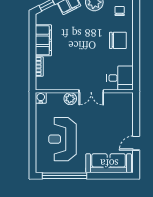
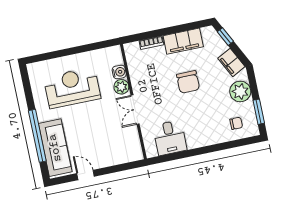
chair: (118, 40) -> (188, 82), moved
desk: (120, 78) -> (170, 138), moved
water cooler: (41, 98) -> (119, 72), moved
window: (64, 176) -> (37, 136), moved

